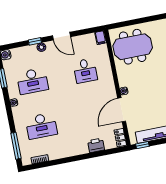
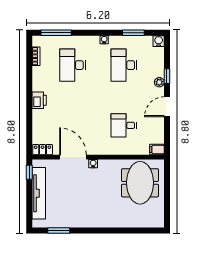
printer: (96, 145) -> (39, 100), moved

